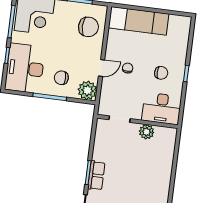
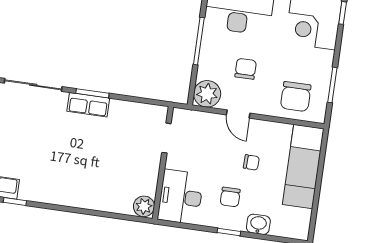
washbasin: (180, 52) -> (258, 224), added
chair: (128, 68) -> (251, 162), moved
chair: (61, 78) -> (246, 69), moved
plant: (147, 132) -> (144, 206), moved

